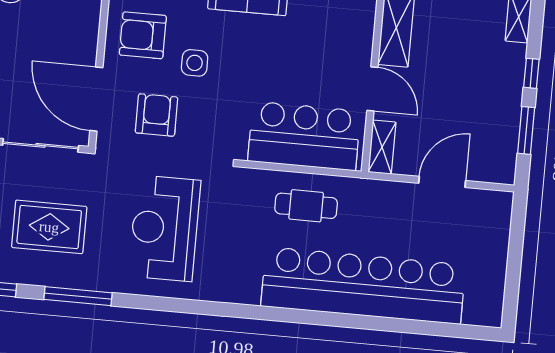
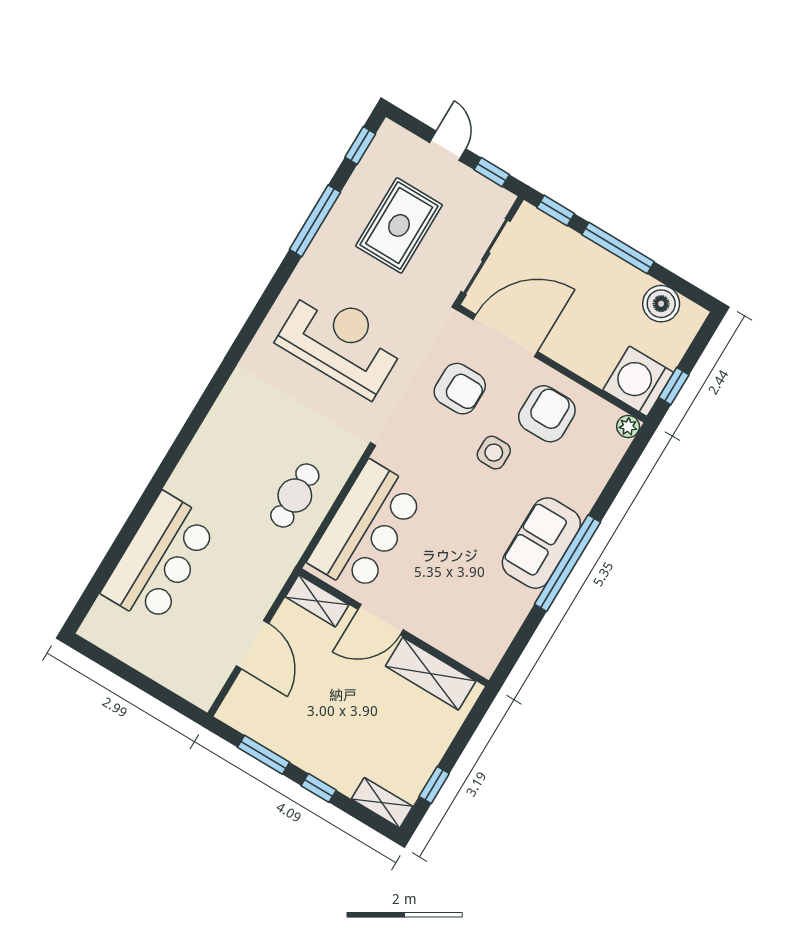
bar counter: (363, 286) -> (160, 559), width x0.54

